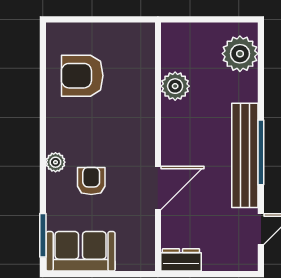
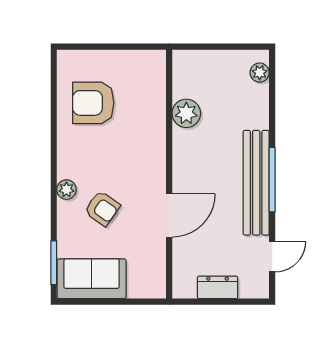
plant: (240, 54) -> (260, 73), width x0.53, depth x0.53
armchair: (91, 181) -> (102, 208), turned 125
dresser: (181, 260) -> (218, 287), moved

